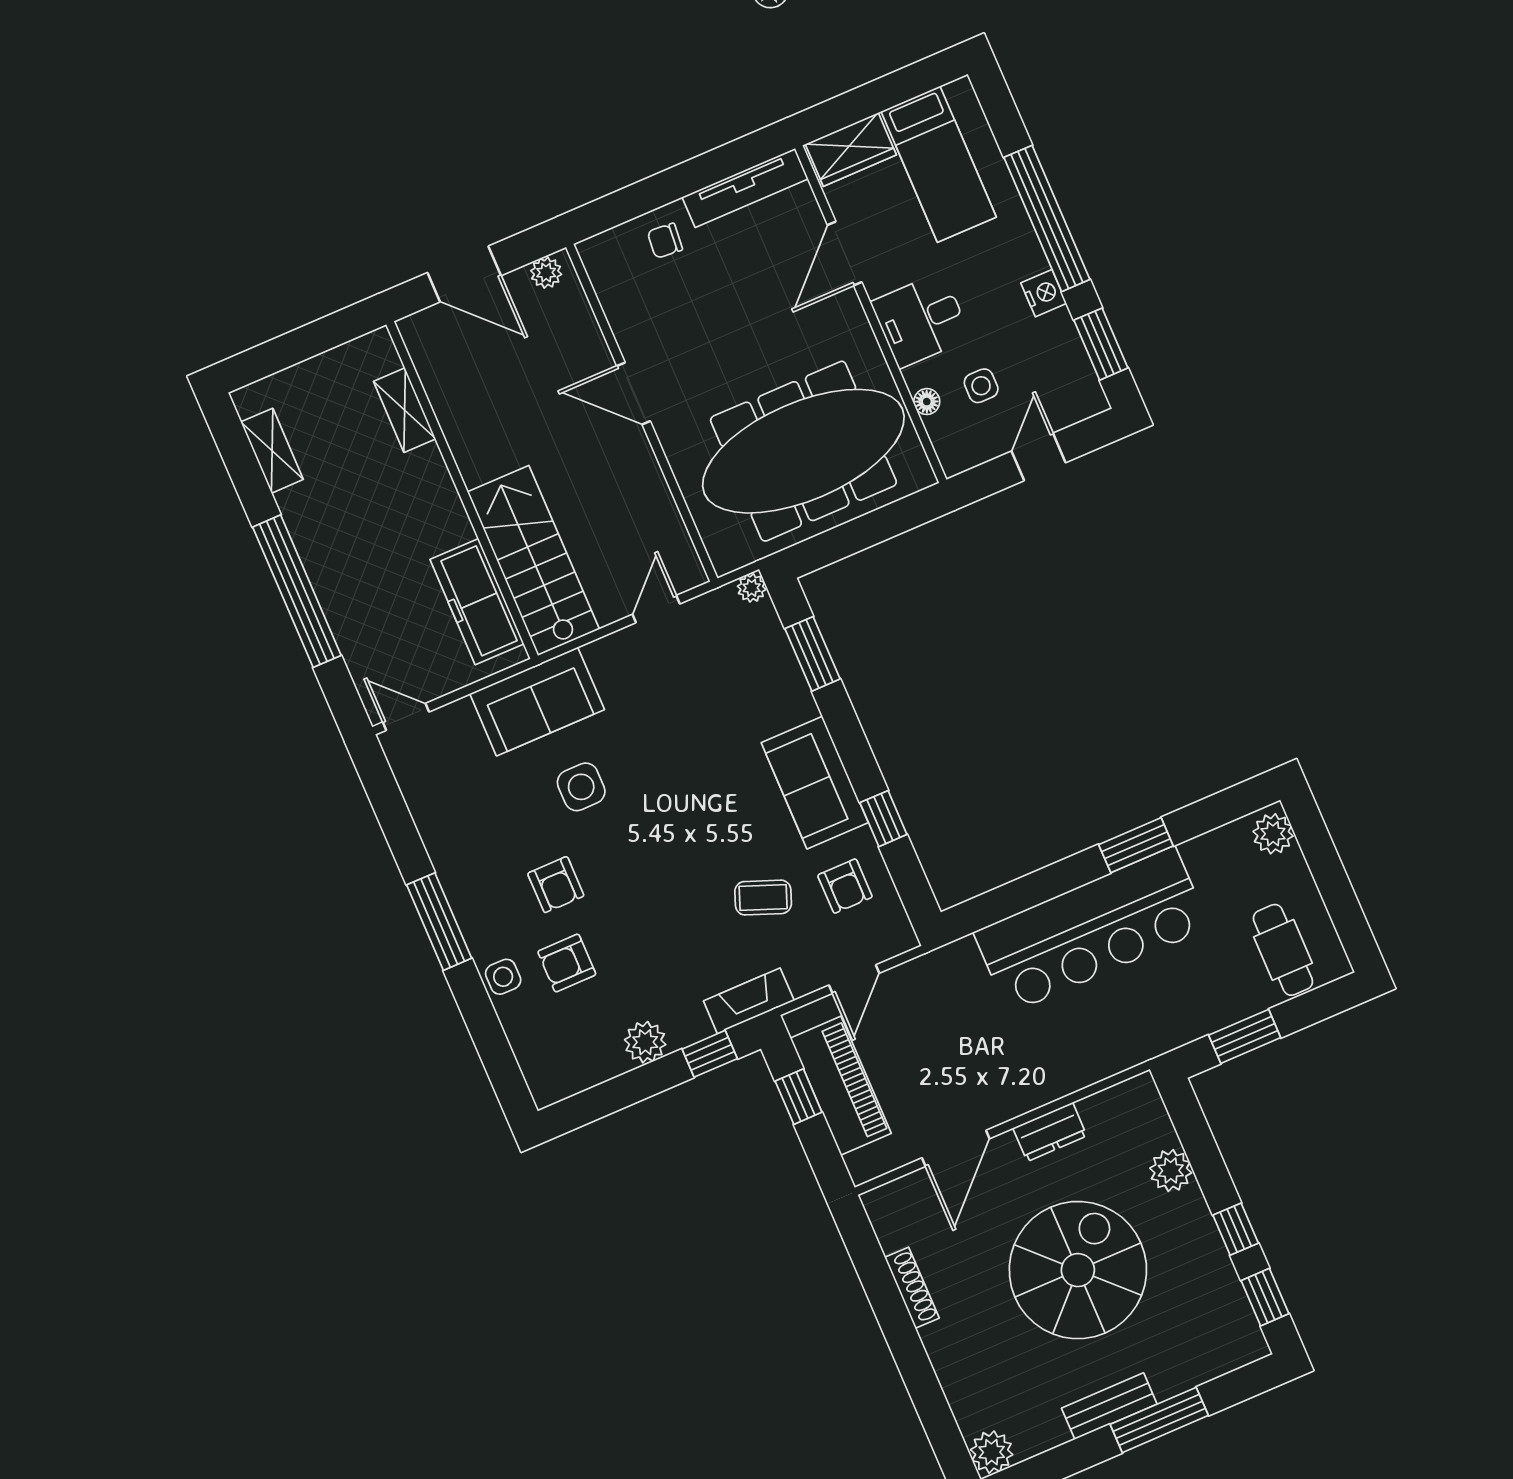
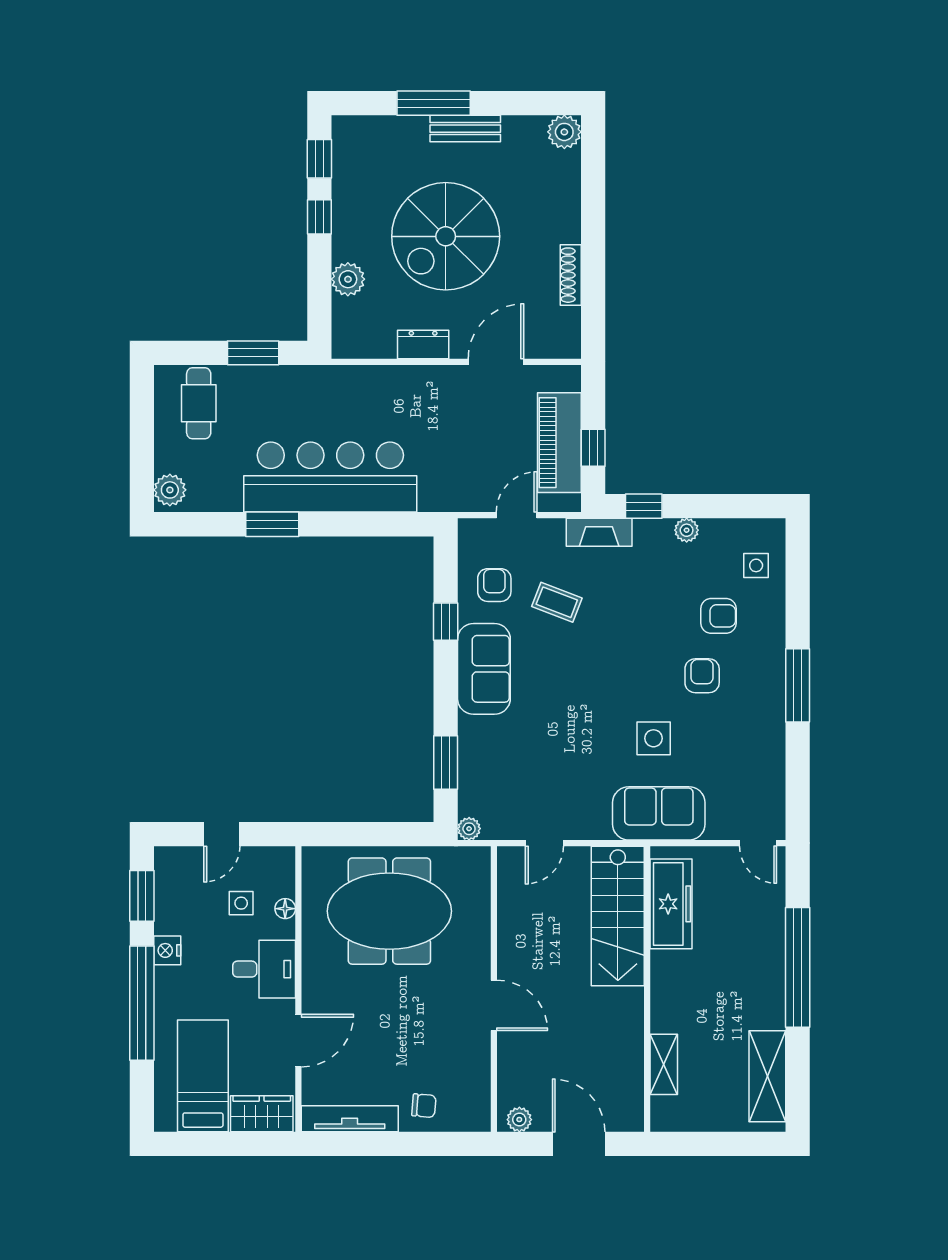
shelving: (272, 451) -> (767, 1076), width x1.50, depth x1.33
meeting table: (803, 451) -> (389, 911), width x0.73
side table: (503, 977) -> (756, 565), moved
plant: (645, 1042) -> (687, 530), width x0.73, depth x0.73

